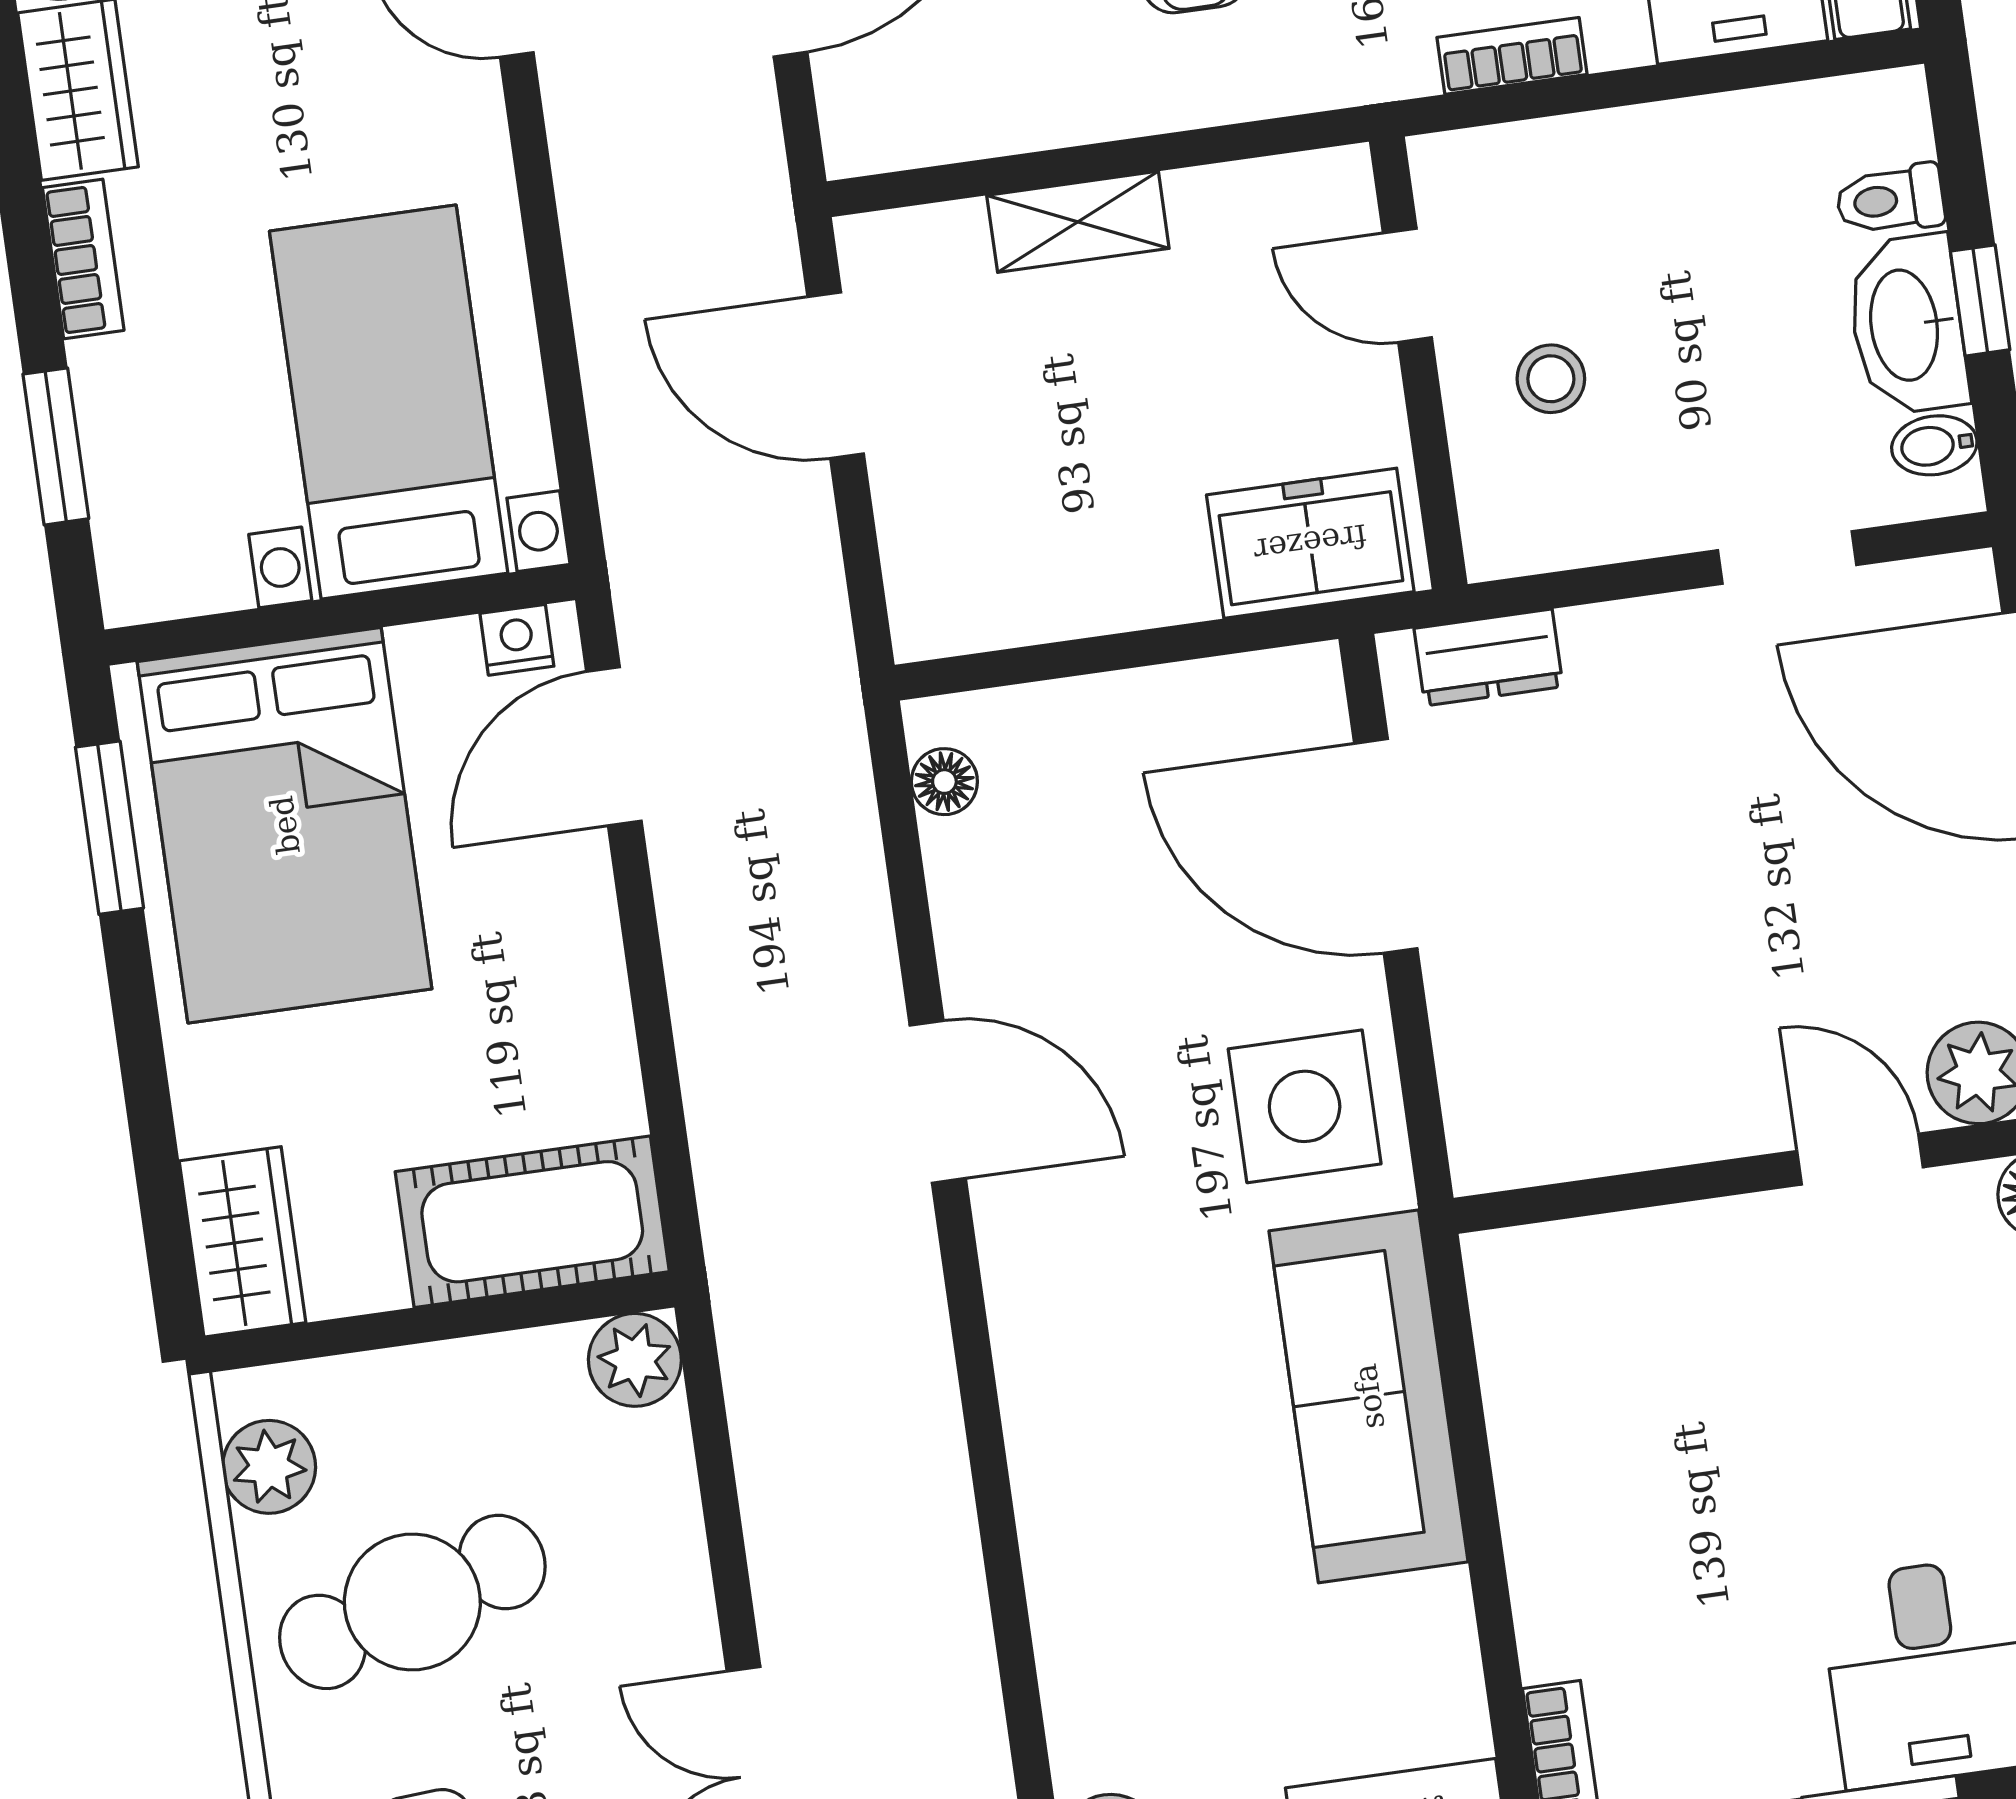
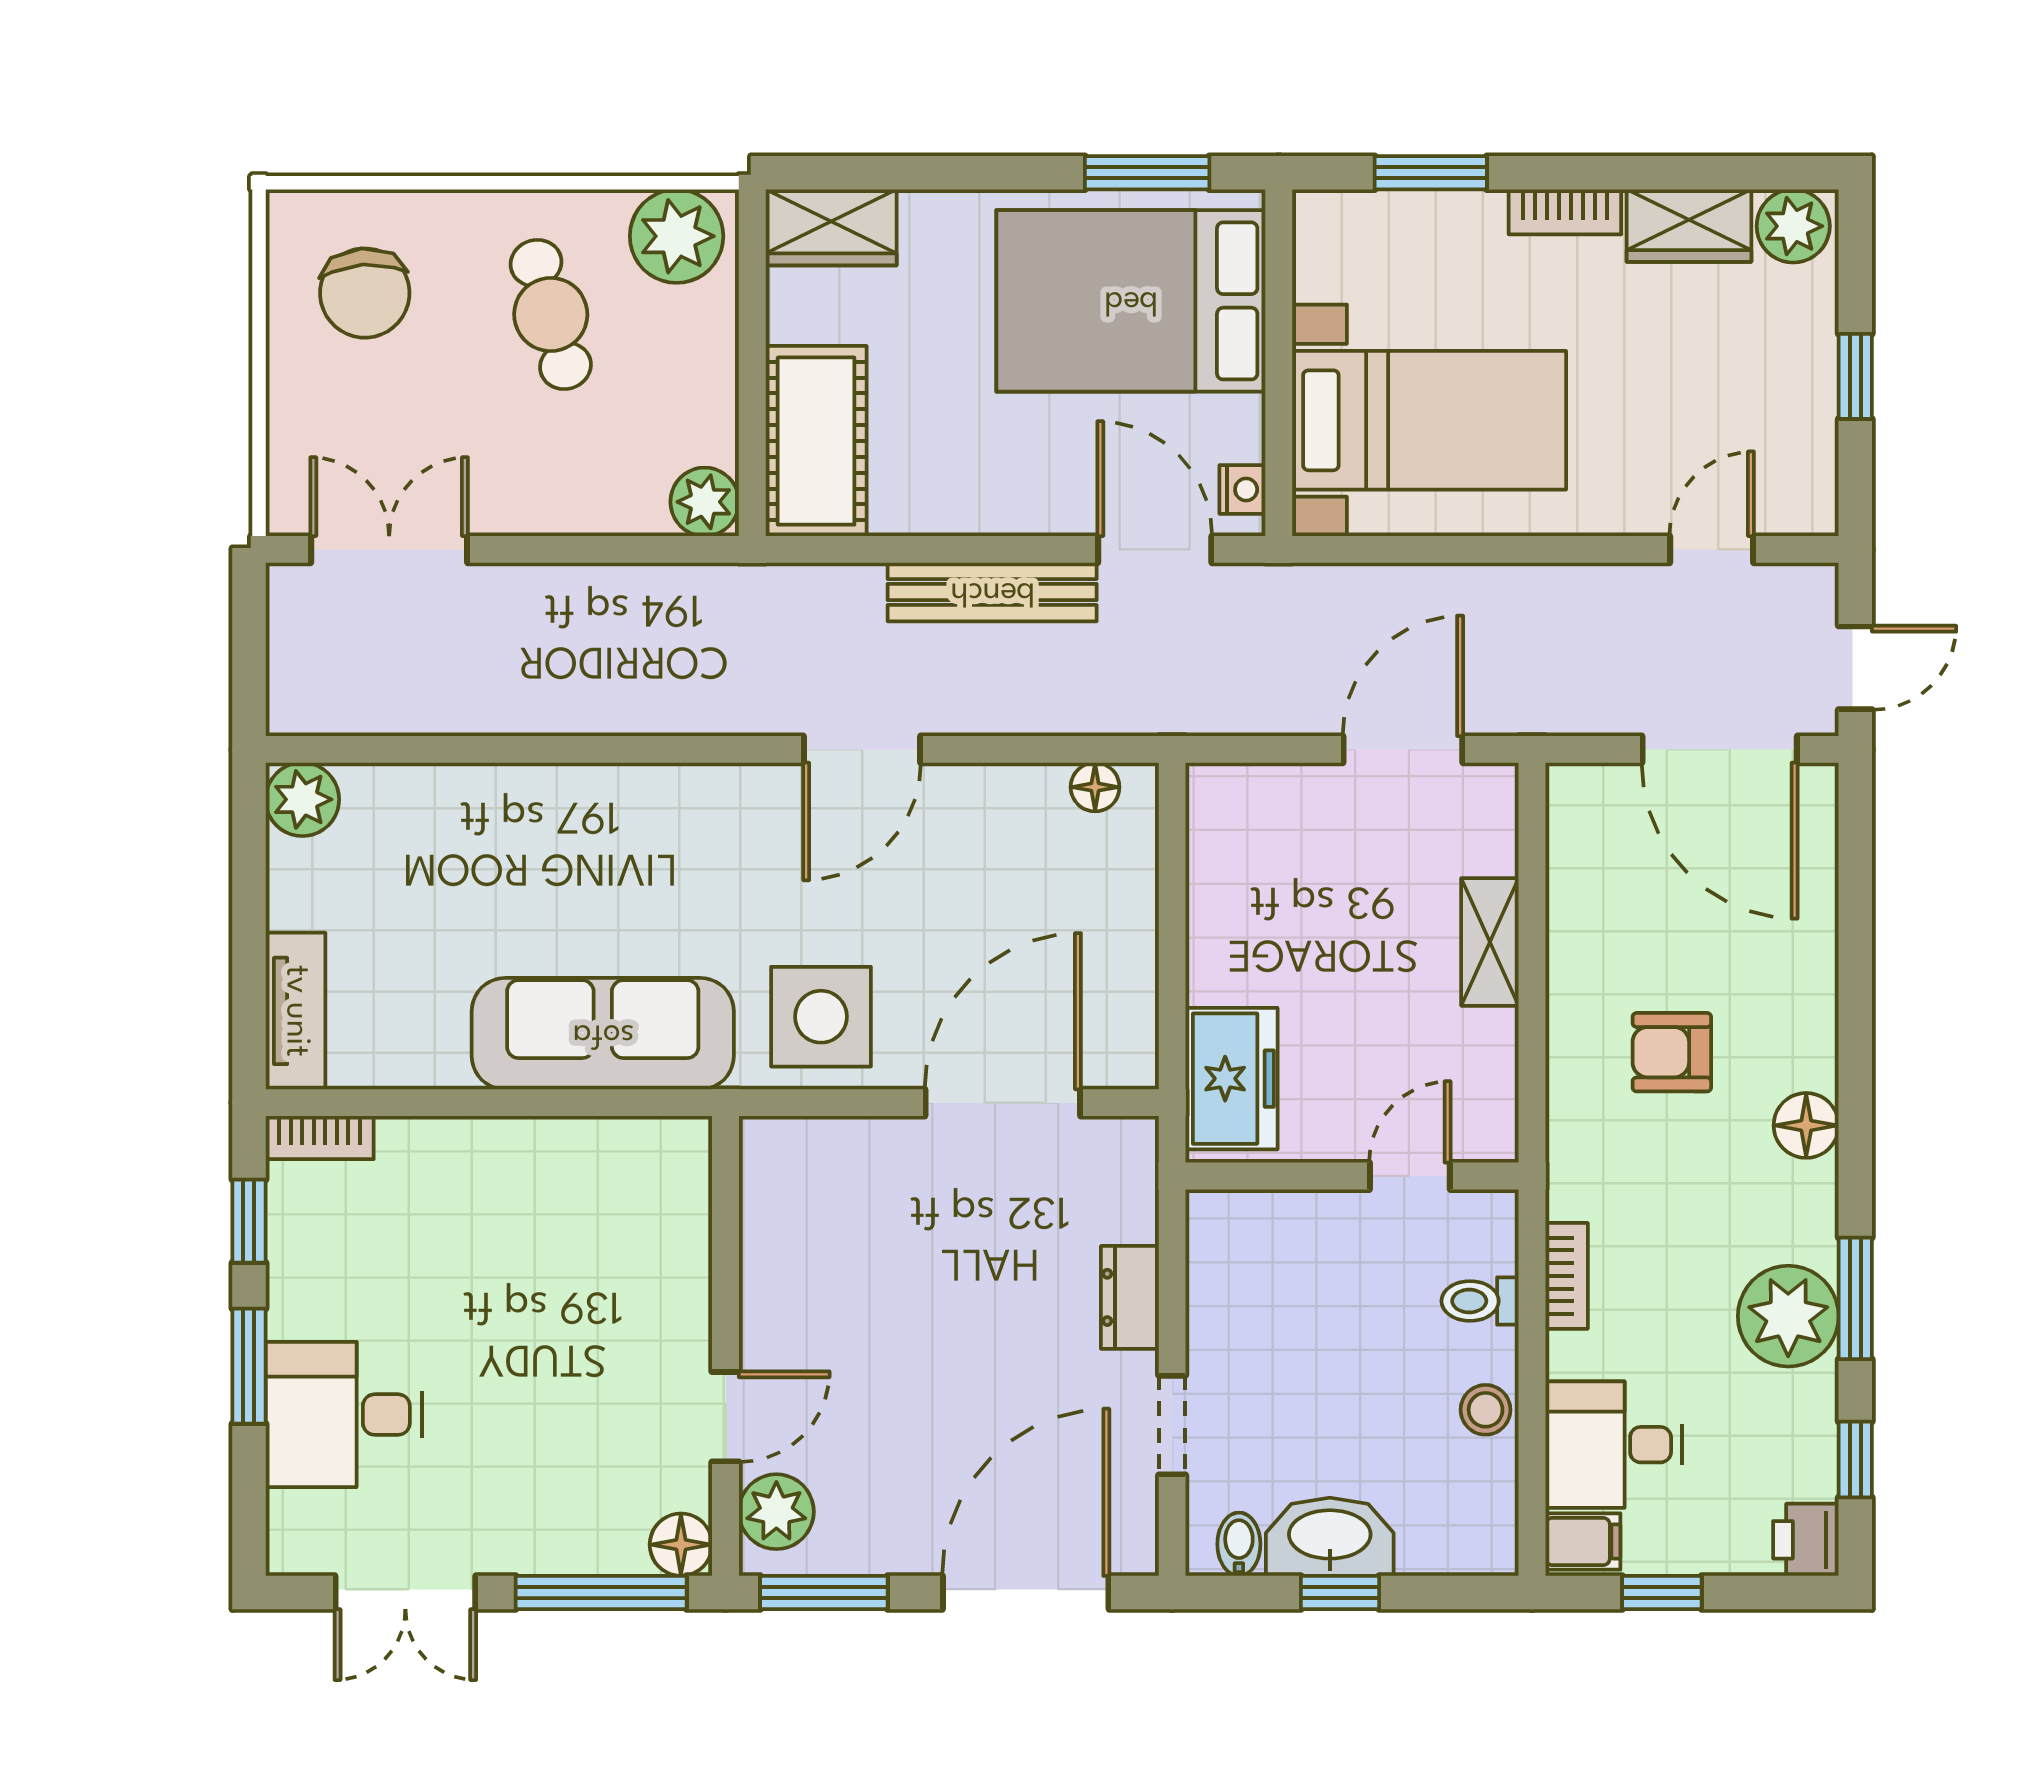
toilet: (1890, 200) -> (1480, 1301), moved, turned -90
stool: (1551, 379) -> (1486, 1410), moved
dresser: (1489, 657) -> (1130, 1297), moved
bench: (702, 957) -> (992, 592), added
plant: (269, 1467) -> (677, 236), width x1.36, depth x1.36
cafe table: (412, 1602) -> (551, 314), width x0.73, depth x0.74

